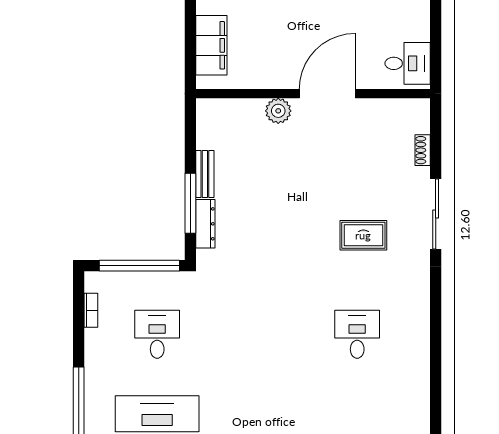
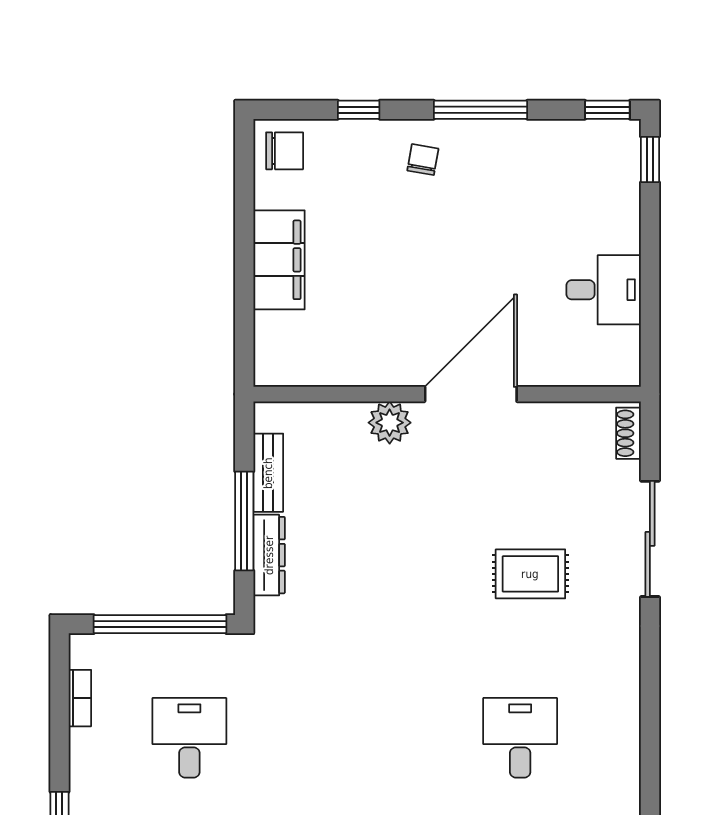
wall: (313, 94) -> (447, 394), moved
door: (327, 94) -> (471, 394), moved
plant: (278, 111) -> (390, 423), moved

